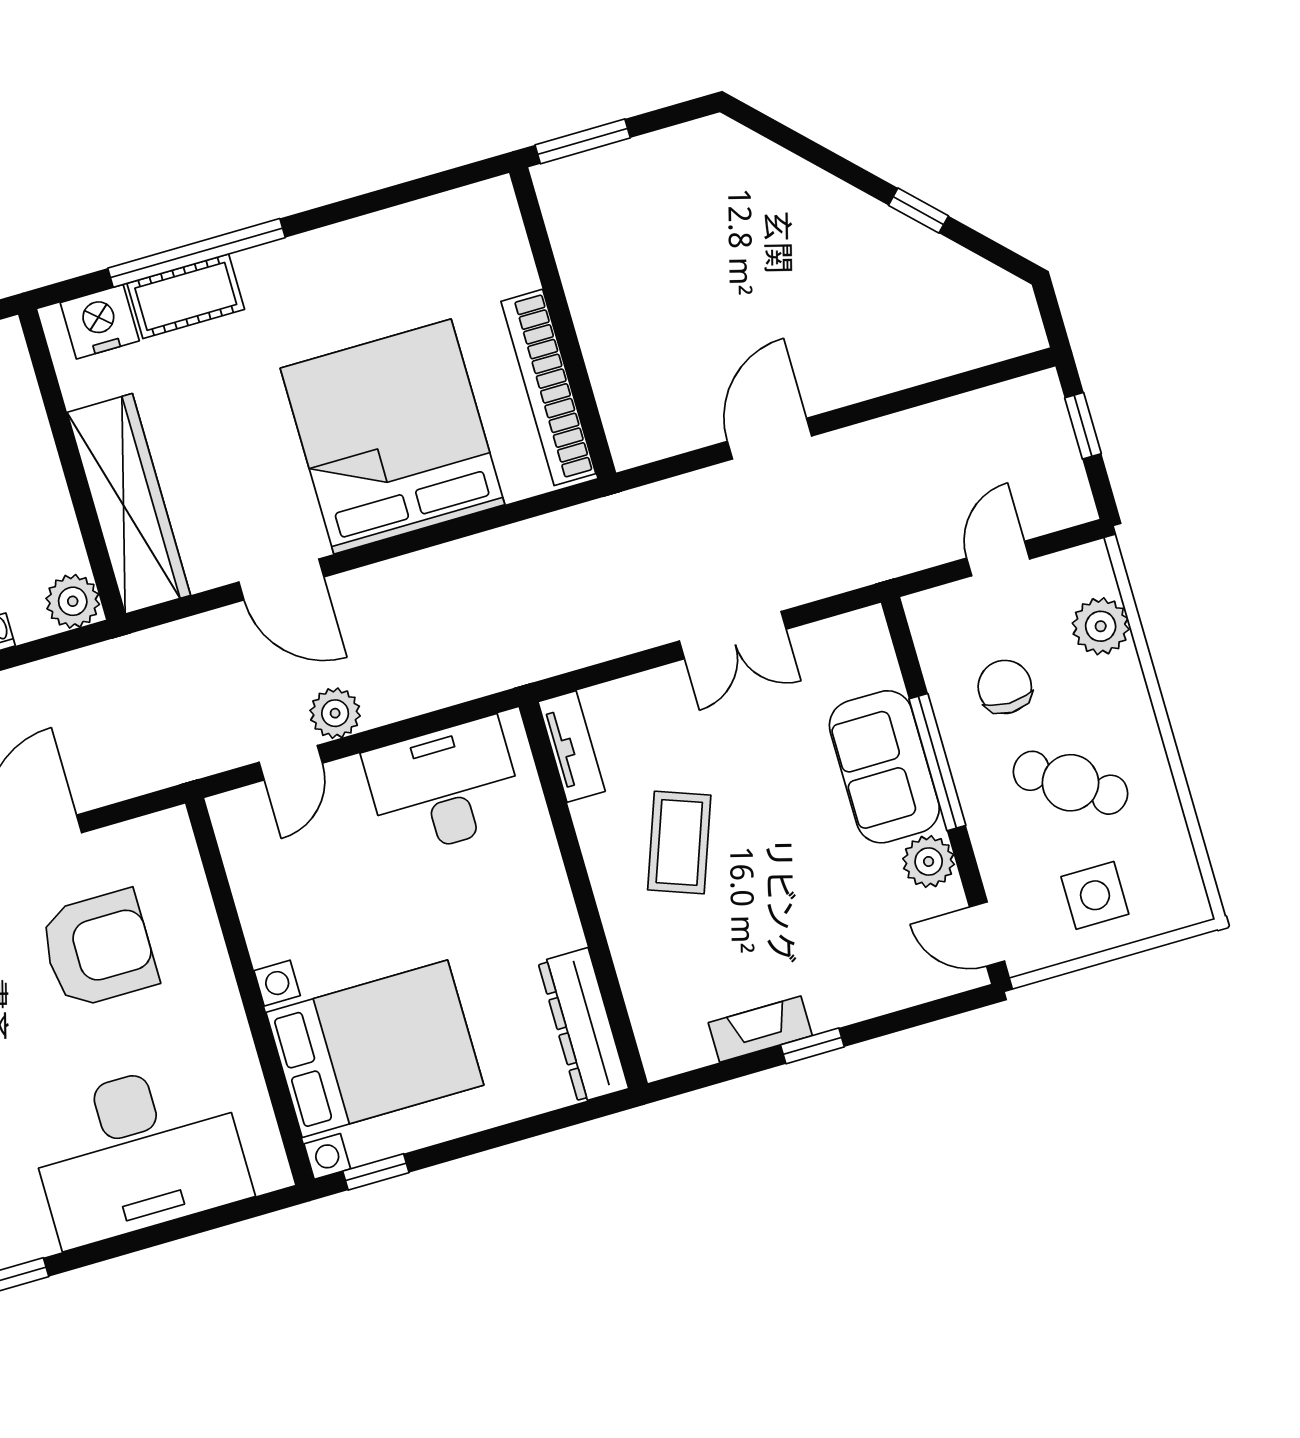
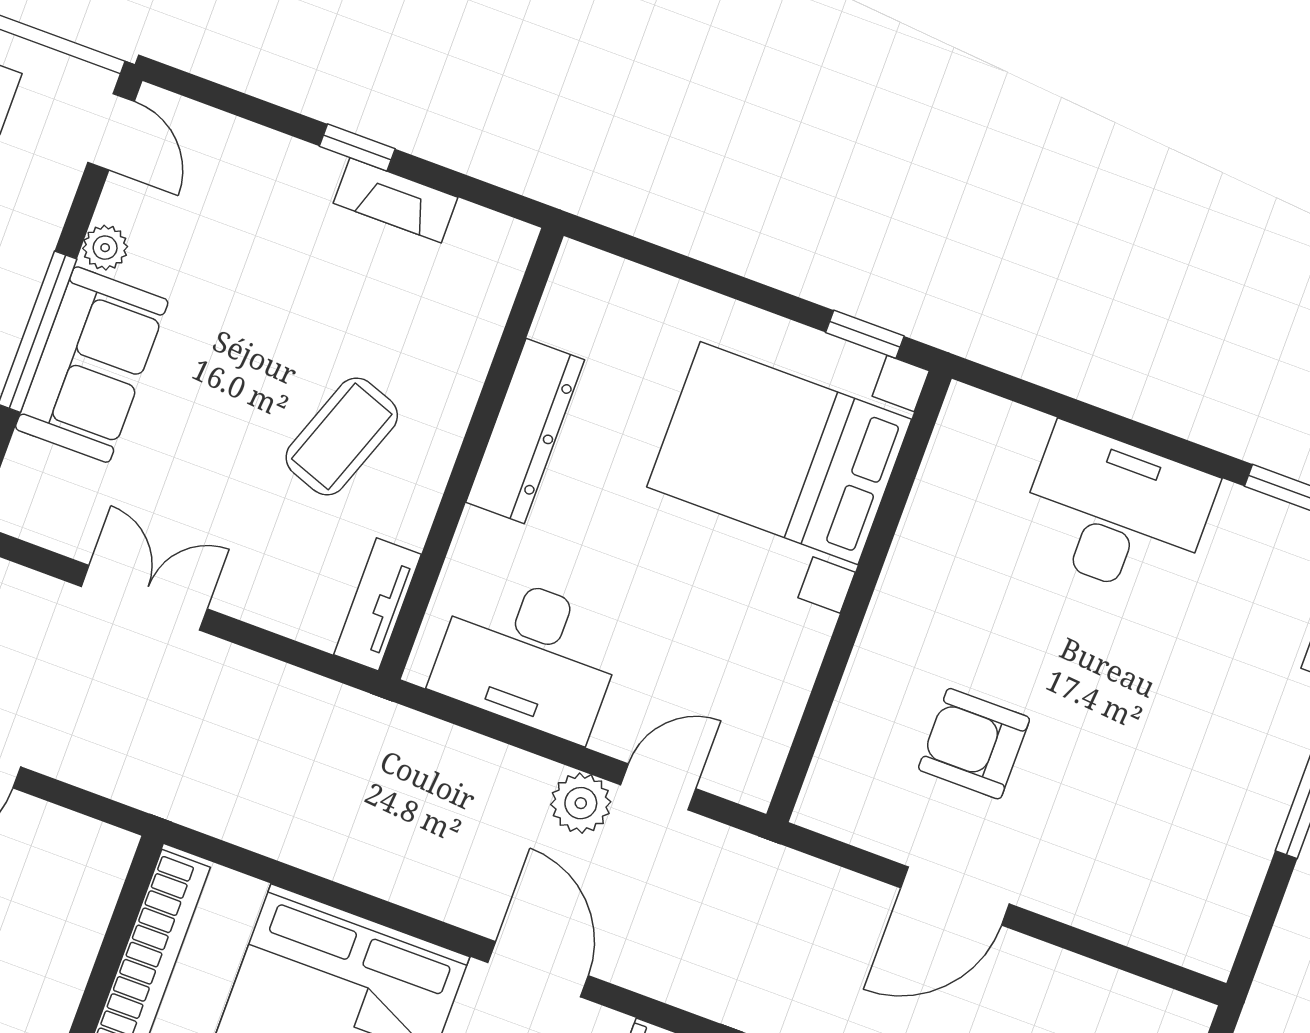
plant: (929, 861) -> (105, 248), width x0.73, depth x0.73
armchair: (98, 949) -> (974, 744), width x0.73, depth x0.73
dresser: (583, 1025) -> (525, 431), moved
desk: (138, 1152) -> (1116, 513), width x0.73, depth x0.77

